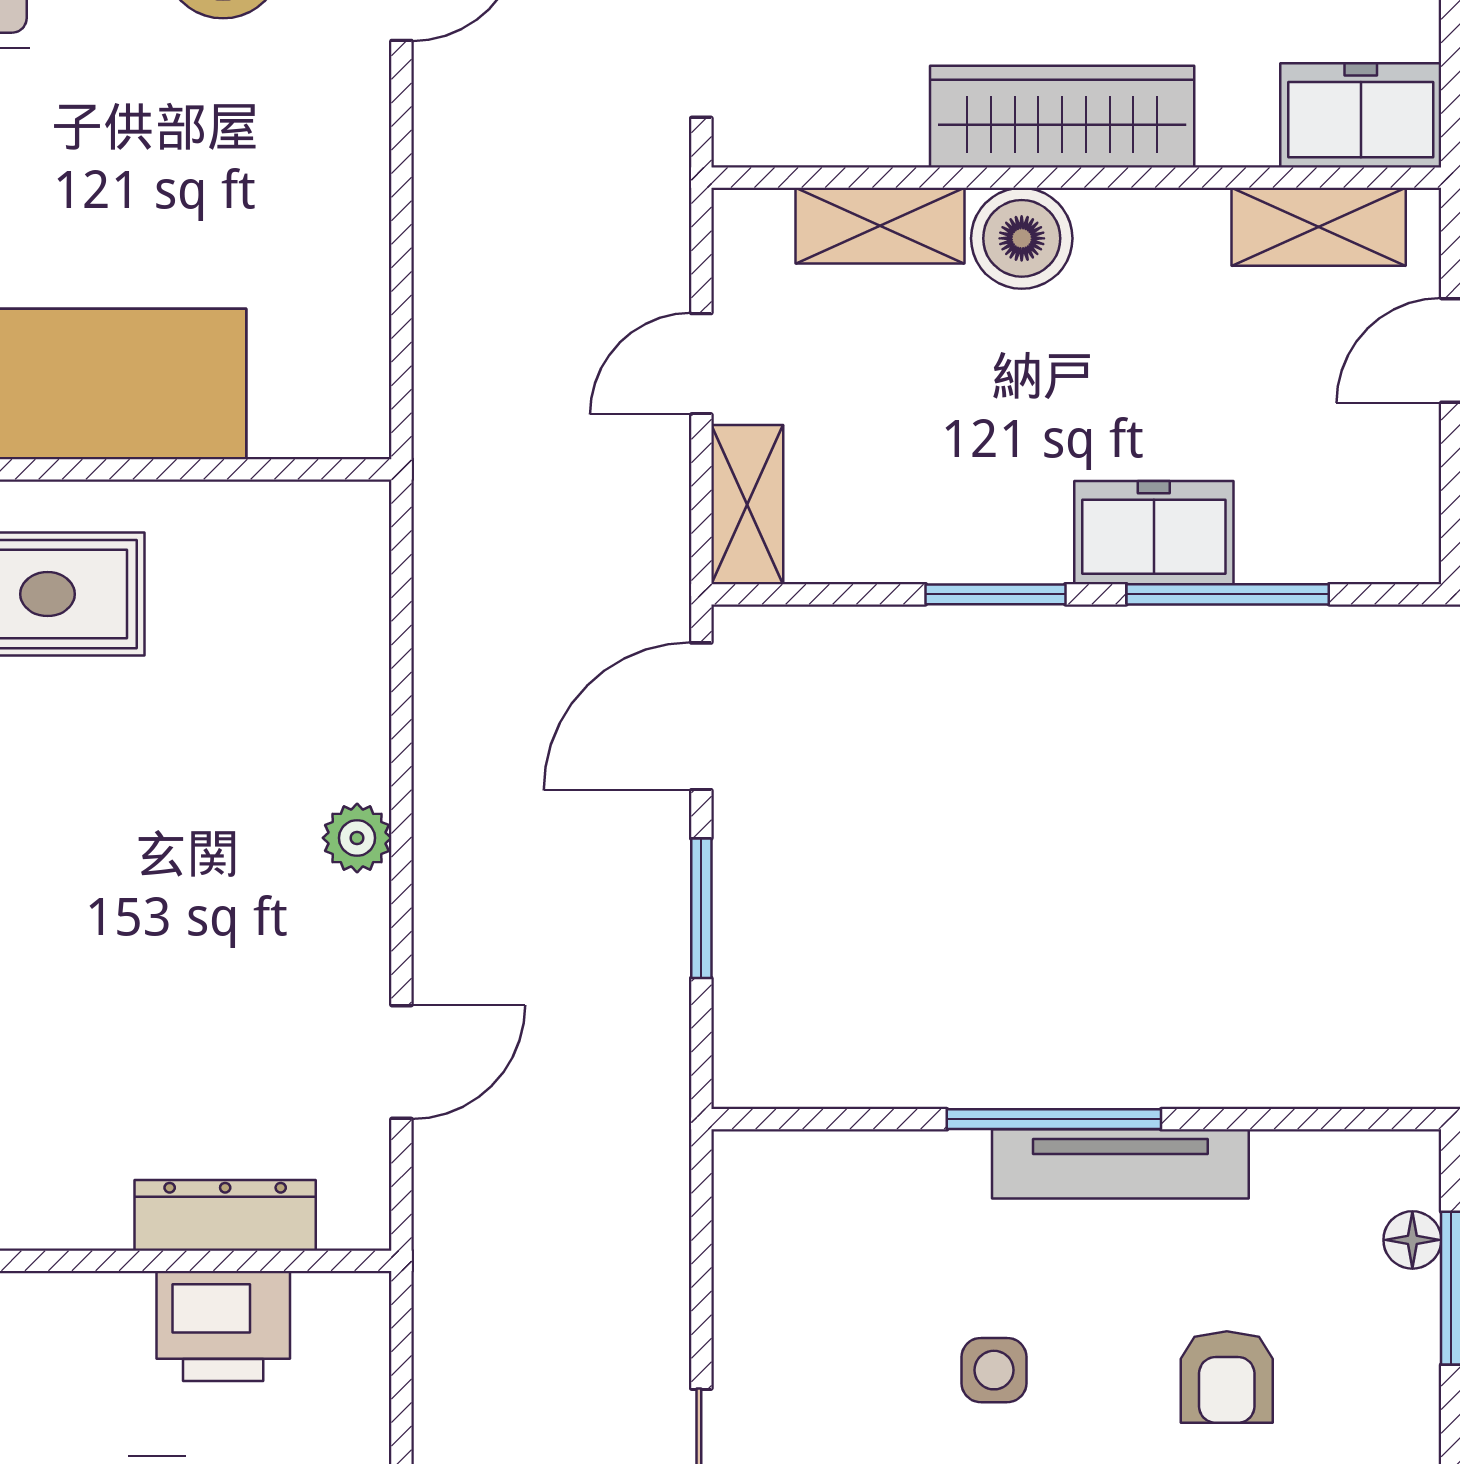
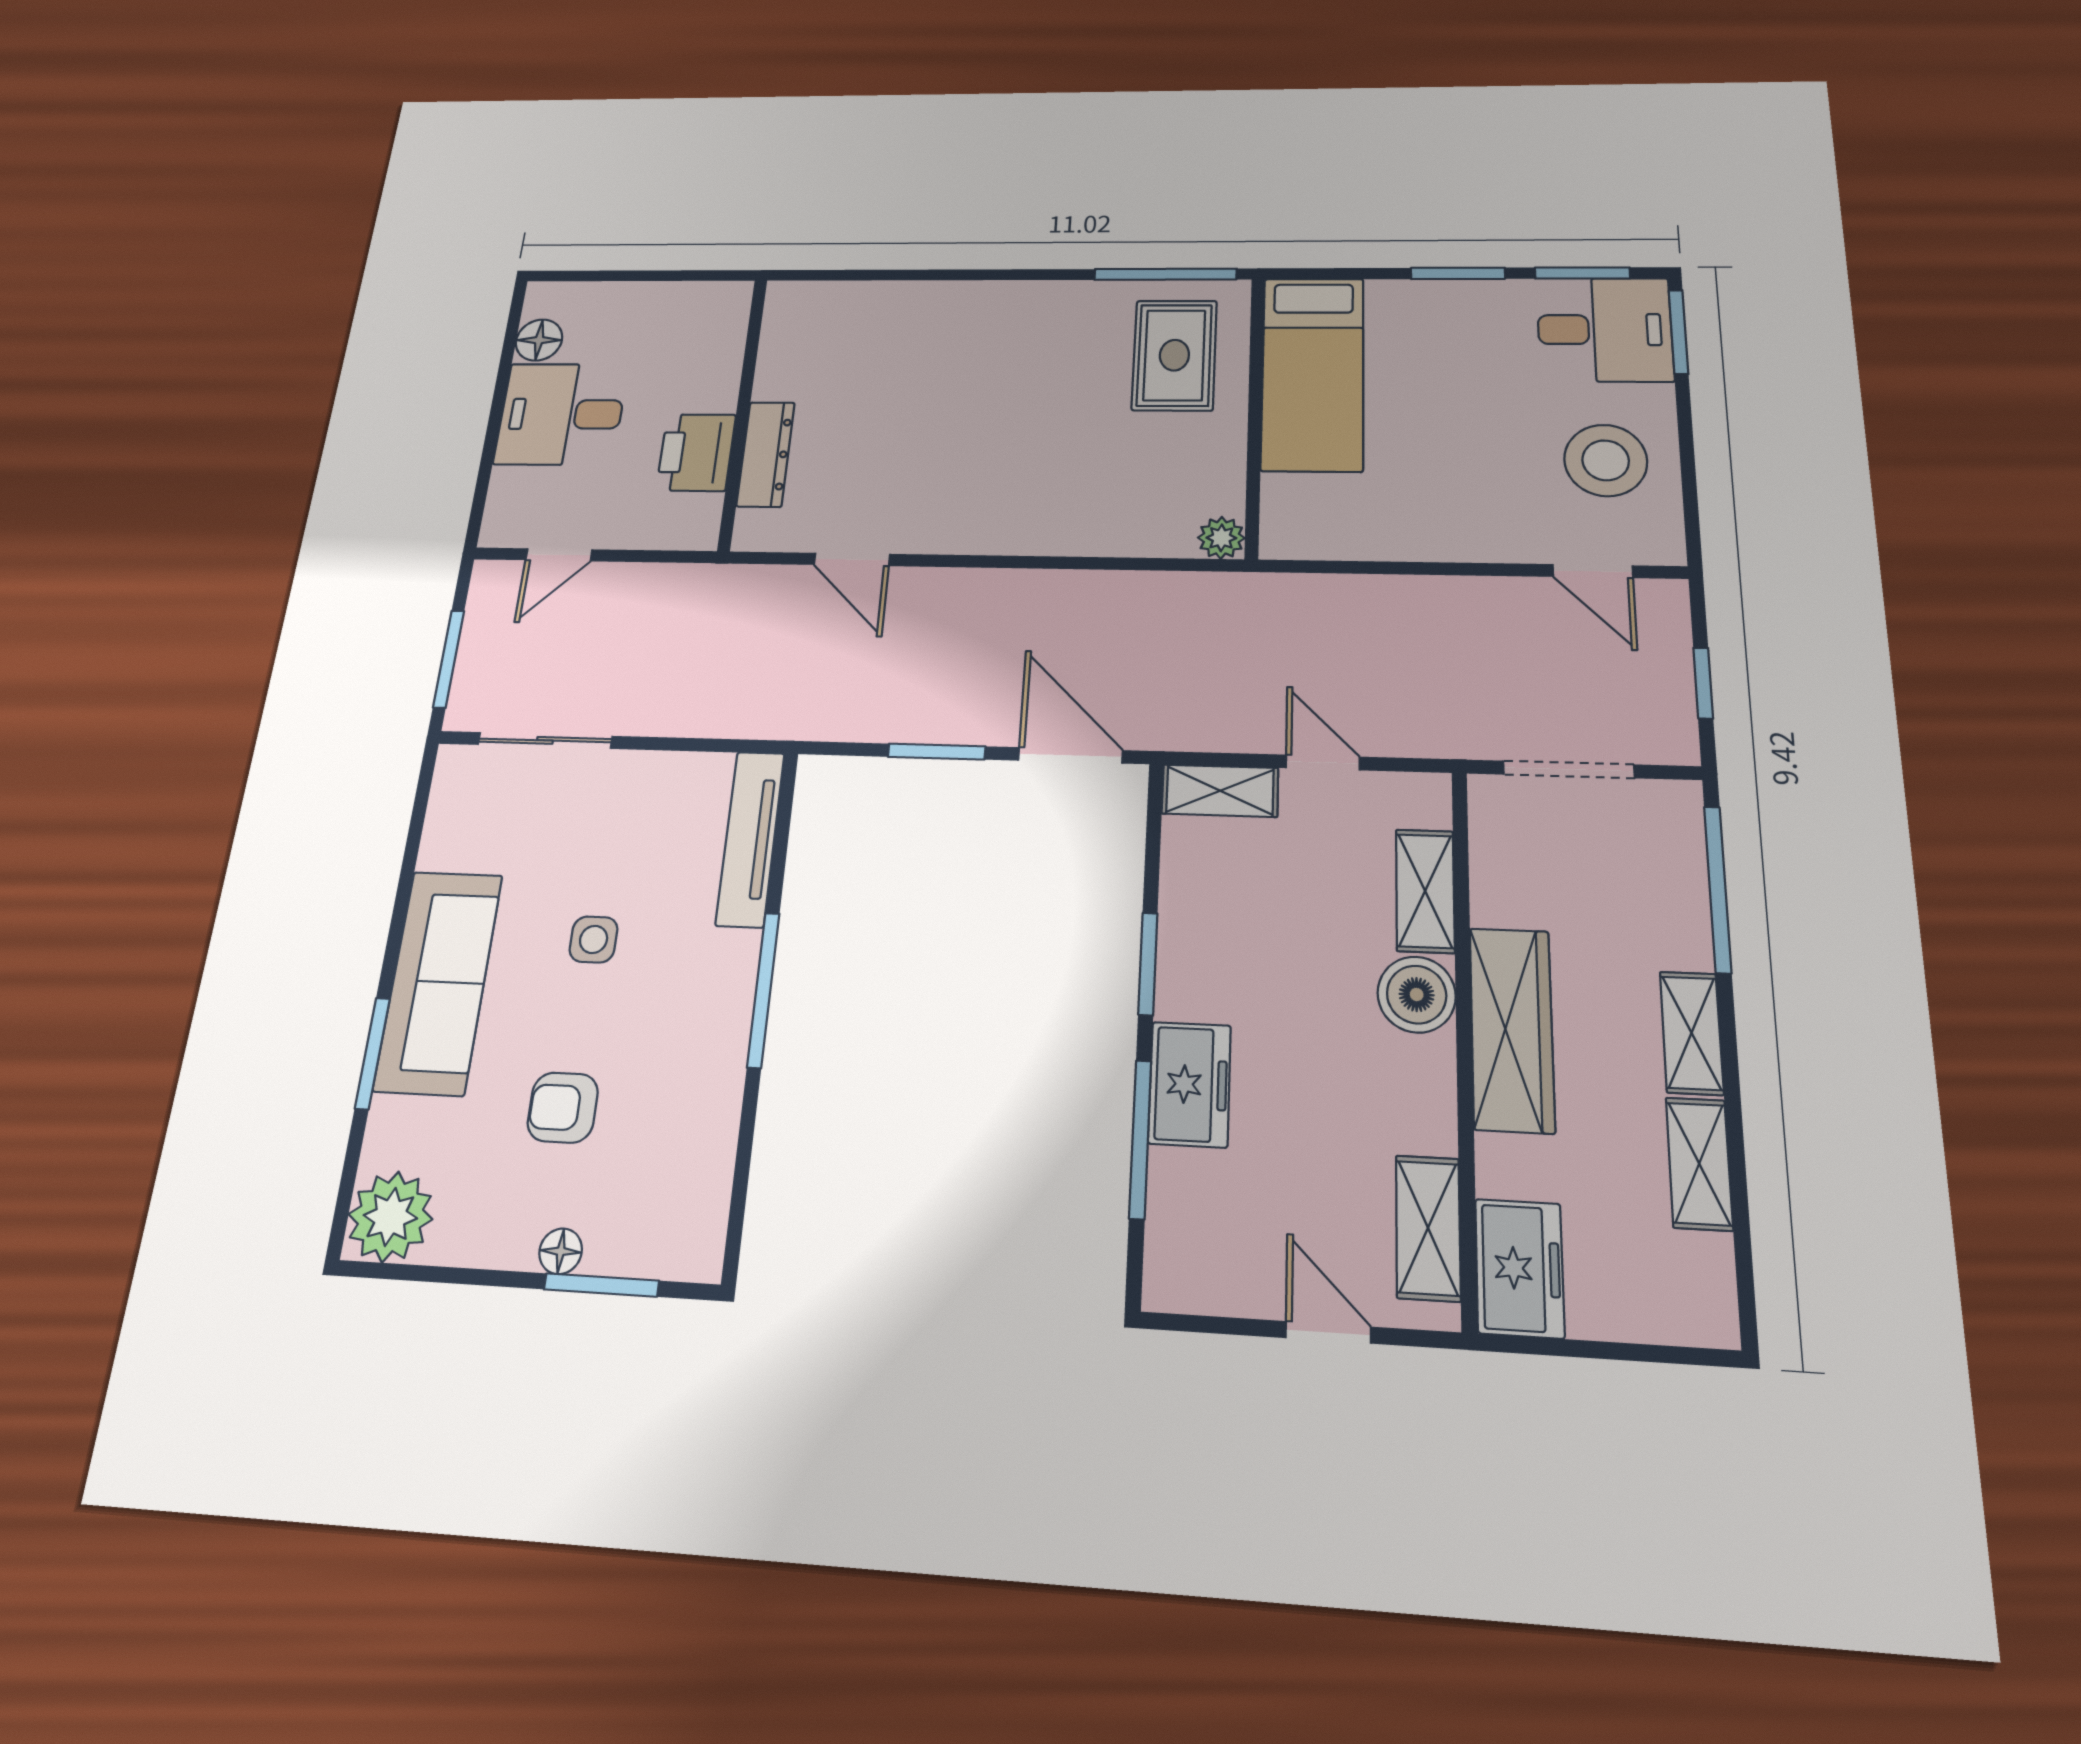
plant: (357, 838) -> (1221, 538), moved
tv unit: (1120, 1164) -> (750, 838), moved
floor lamp: (1412, 1240) -> (561, 1251), moved

